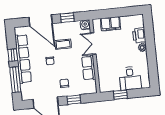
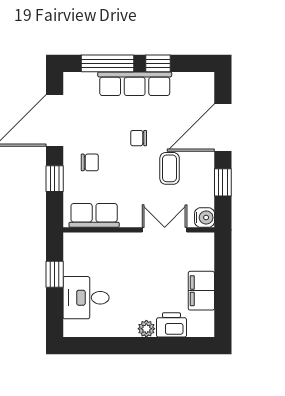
filing cabinet: (110, 24) -> (201, 291), moved
row of seats: (23, 59) -> (135, 84), width x0.73
row of seats: (89, 68) -> (94, 215), moved

